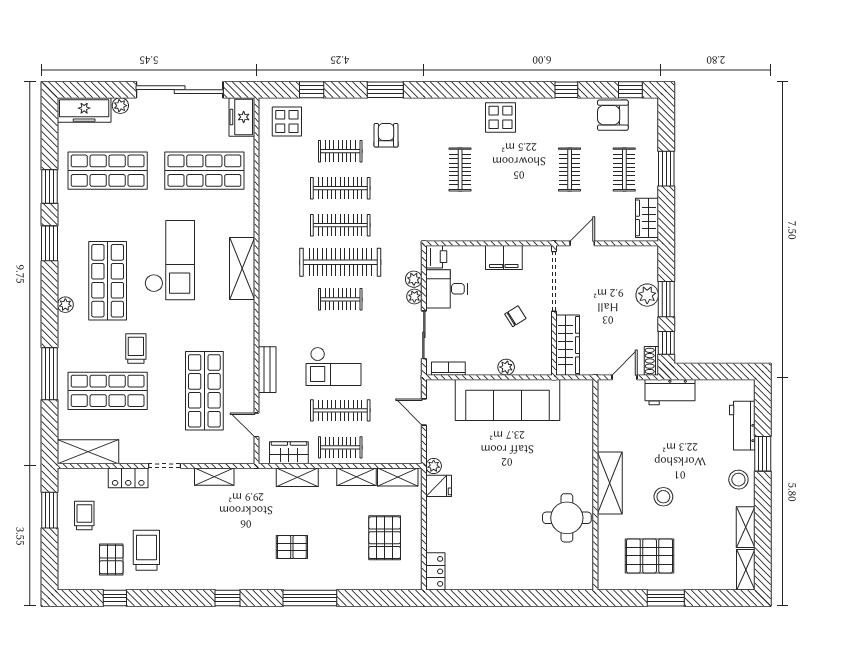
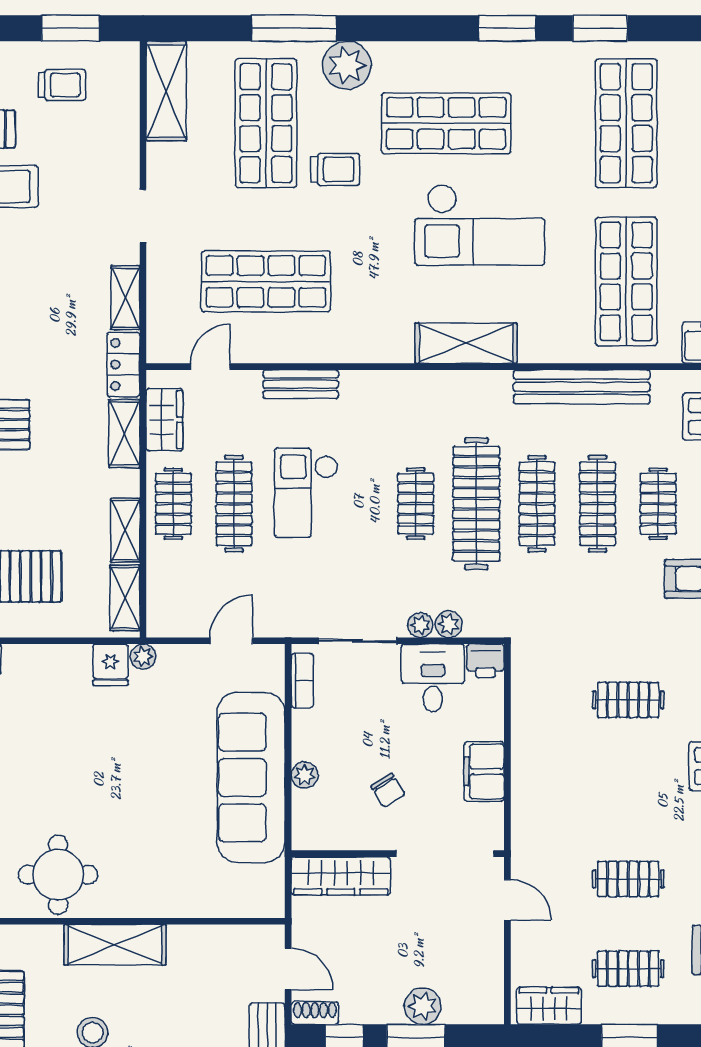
bench: (269, 198) -> (582, 387), added
plant: (65, 305) -> (347, 65), moved, width x1.87, depth x1.87
locker: (128, 478) -> (123, 364), moved

